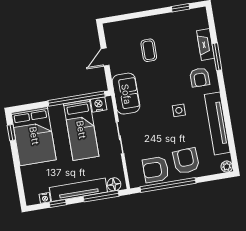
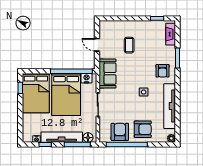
fireplace: (205, 44) -> (171, 34), moved
door: (105, 57) -> (97, 45), hinge flipped
bed: (81, 130) -> (66, 94), width x1.50
armchair: (186, 161) -> (143, 129), turned 93
armchair: (156, 169) -> (120, 132), turned 90

